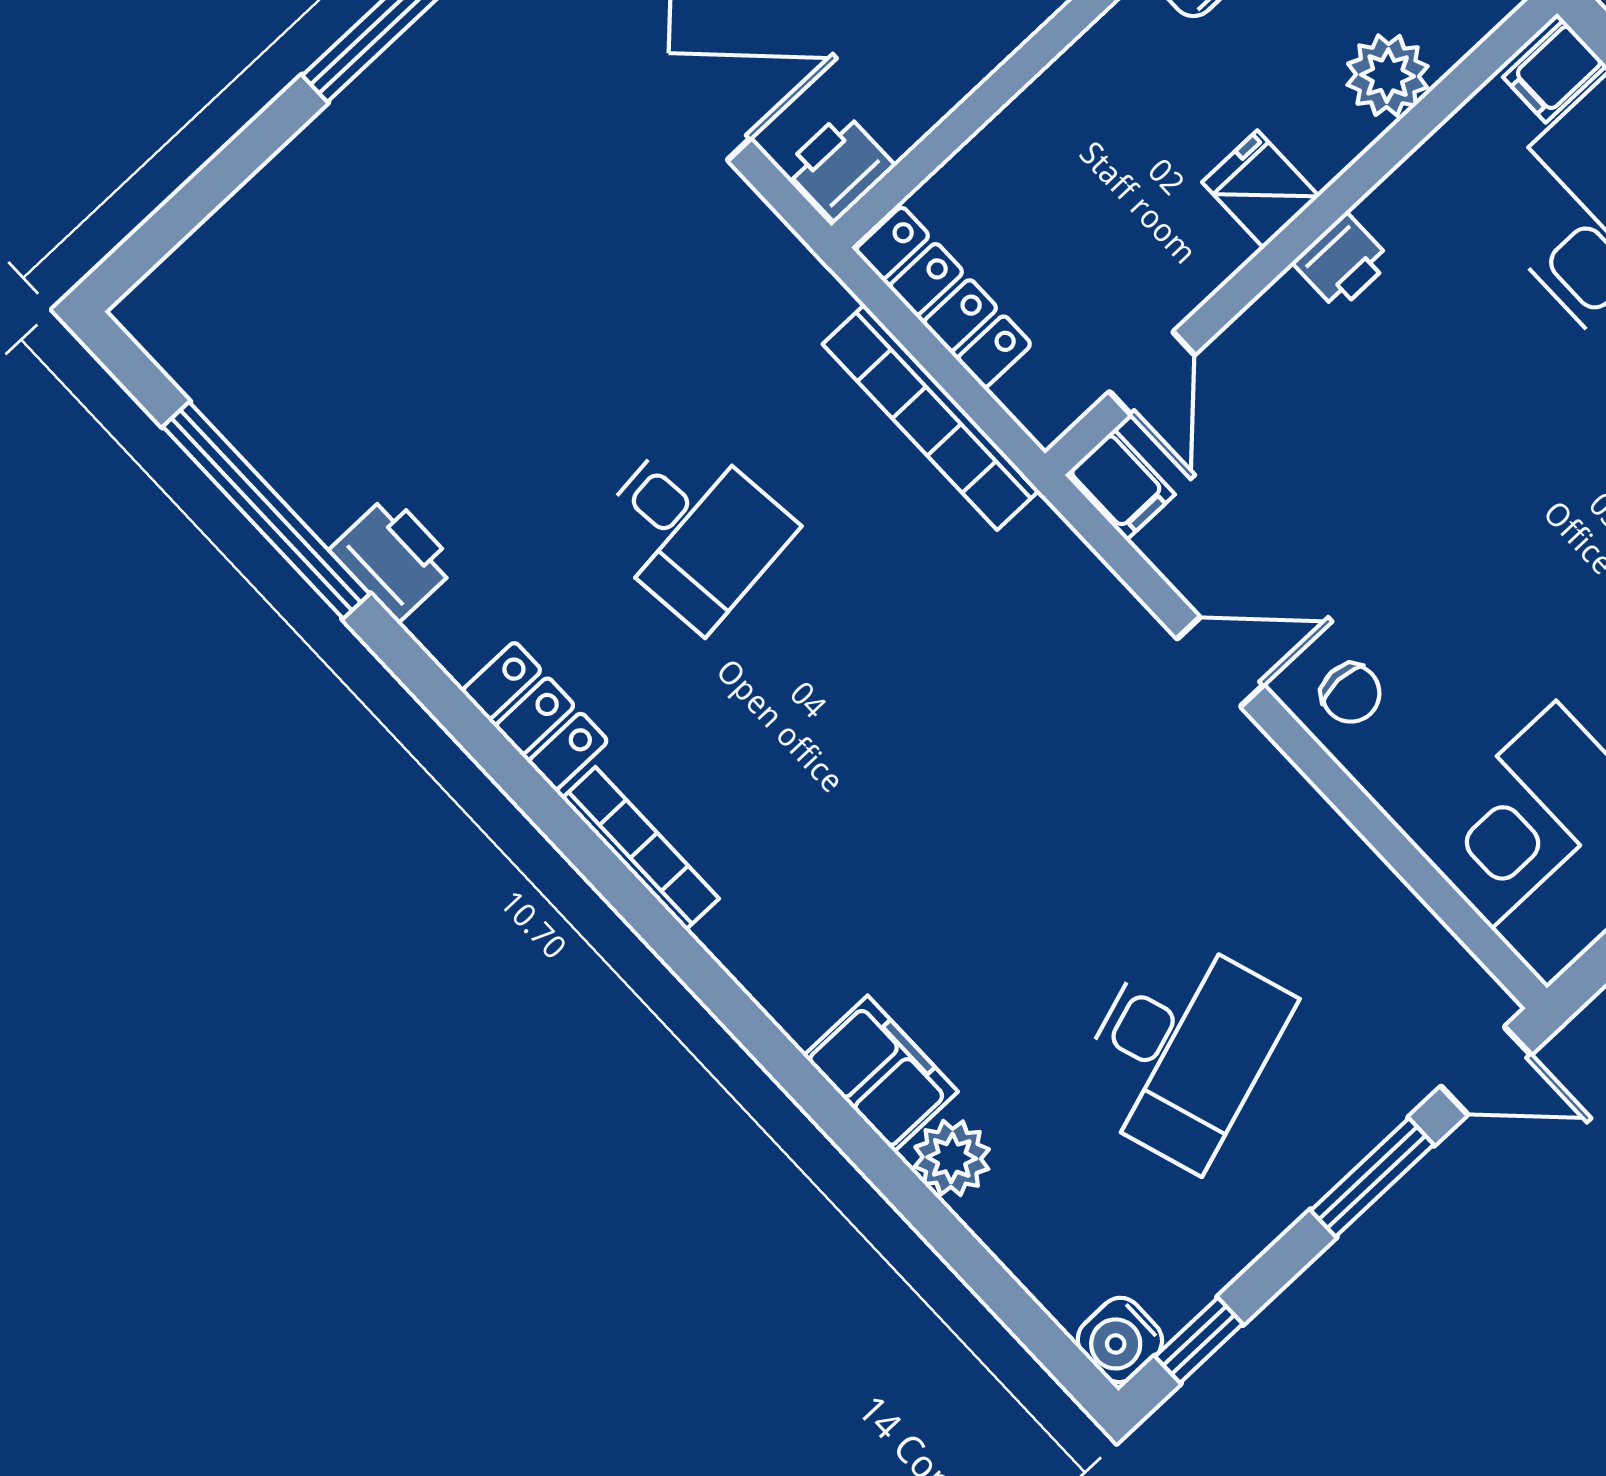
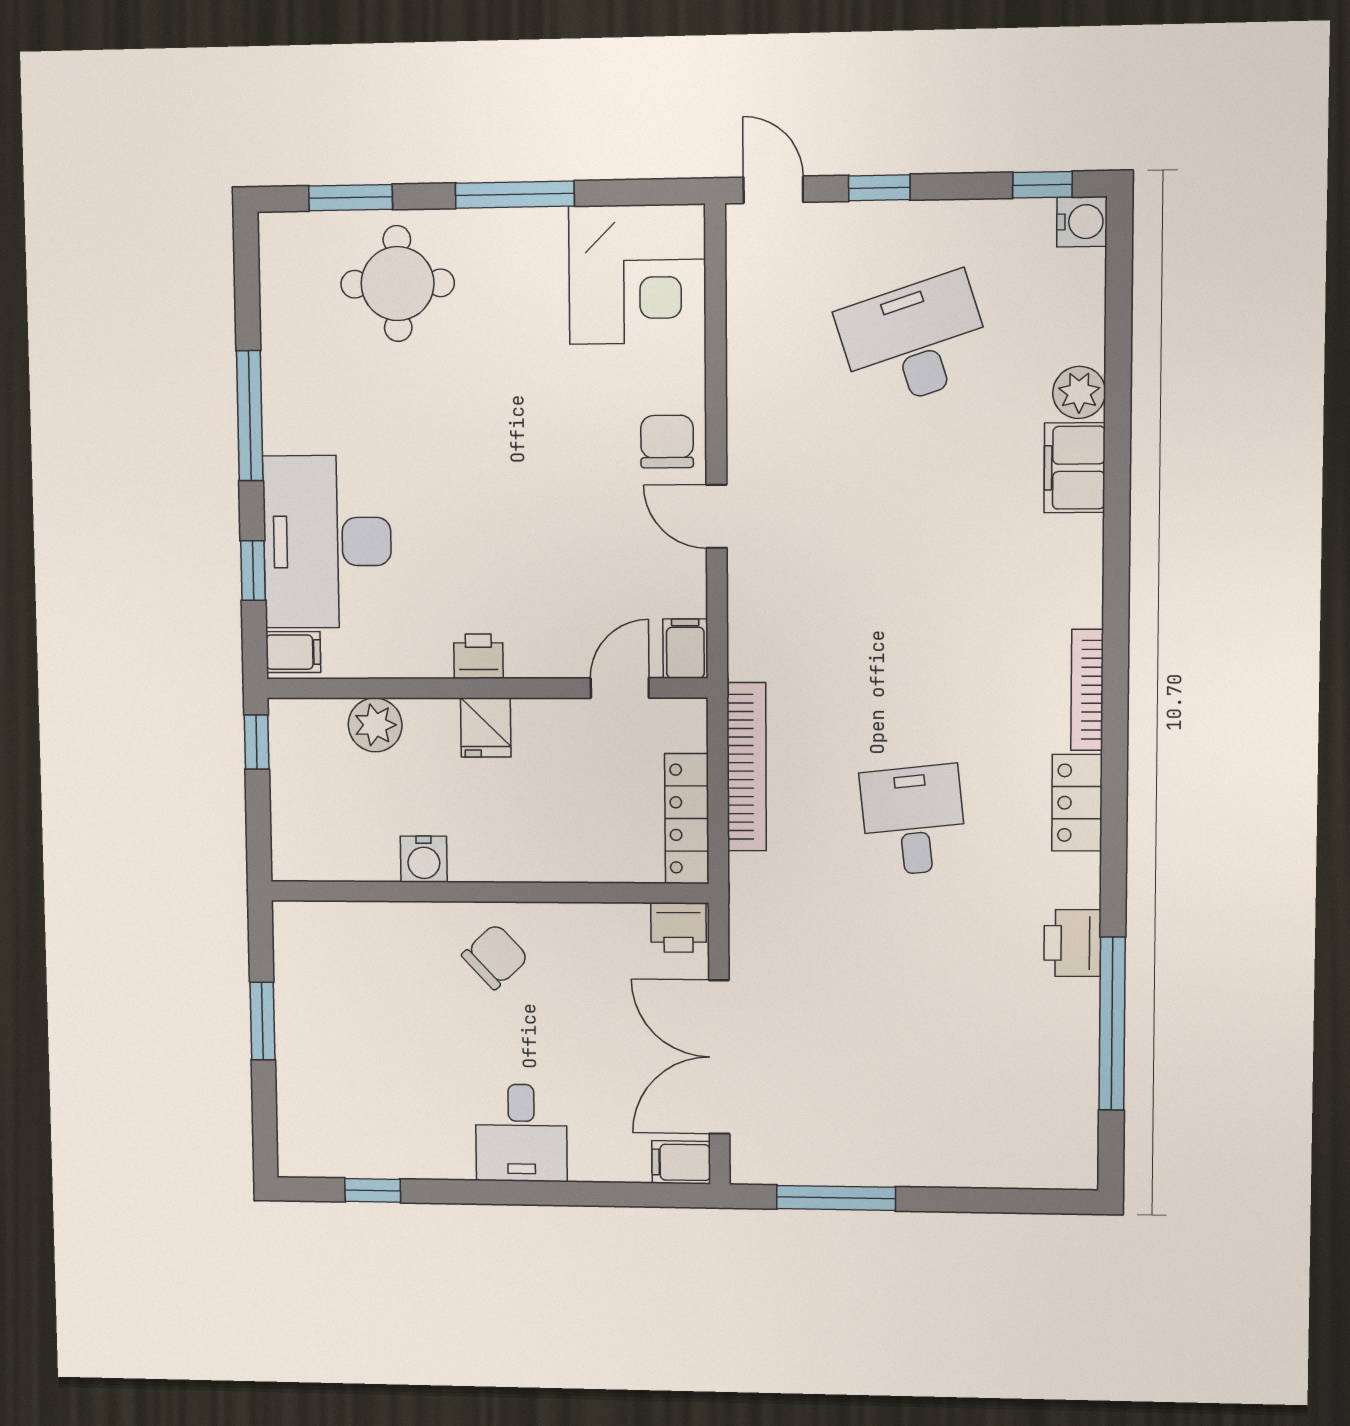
chair: (1351, 693) -> (667, 442), width x1.37, depth x1.37
window: (1372, 1177) -> (879, 188), width x0.67

